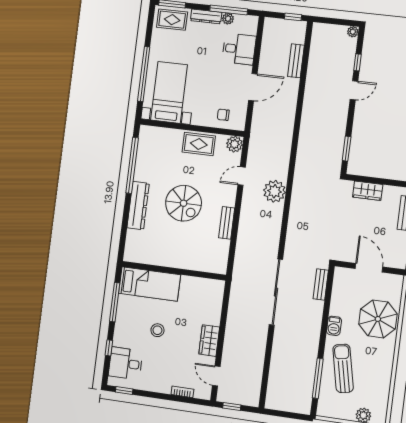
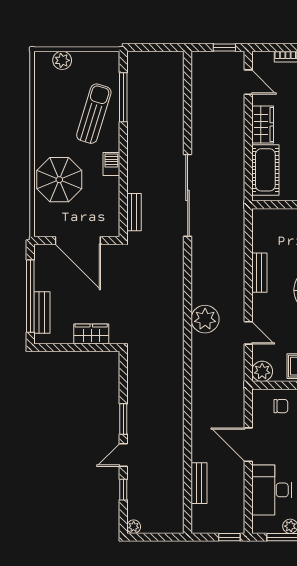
window: (293, 17) -> (229, 537), moved
desk: (239, 49) -> (272, 490), width x1.37
door: (253, 87) -> (248, 445), hinge flipped
window: (347, 149) -> (123, 419), moved
door: (242, 176) -> (248, 333), hinge flipped
door: (369, 268) -> (78, 240), width x1.36
cot: (212, 304) -> (265, 170), added
sun lounger: (343, 368) -> (94, 114), turned -151

